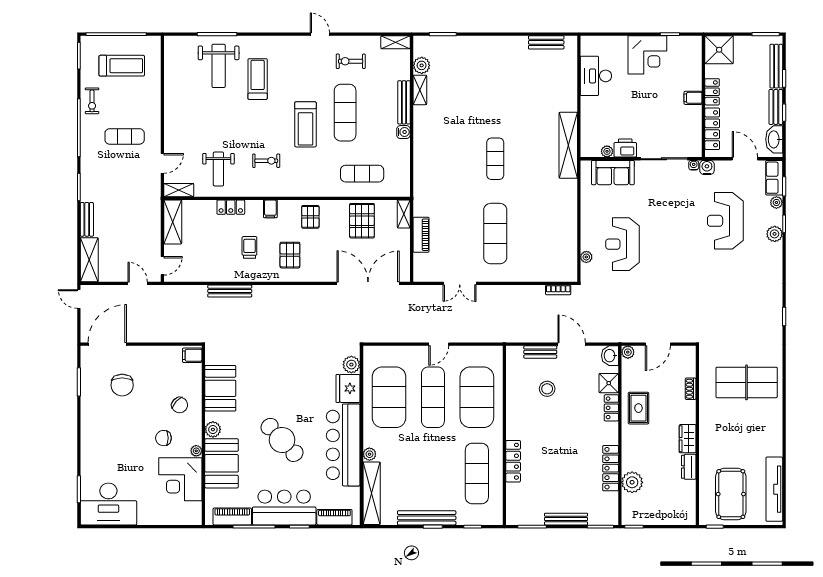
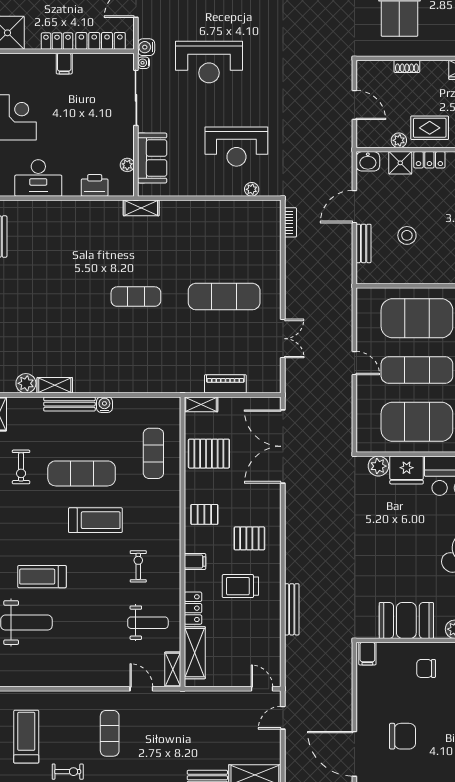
shelving: (568, 145) -> (141, 208), width x0.45, depth x0.75
printer: (625, 148) -> (95, 185), moved, turned 90
reception desk: (725, 221) -> (209, 62), moved
shelving: (173, 222) -> (195, 653), moved, turned 90
trolley: (249, 247) -> (240, 586), width x1.36, depth x1.39
plant: (628, 352) -> (399, 140), moved
chair: (180, 405) -> (426, 668), turned -132

